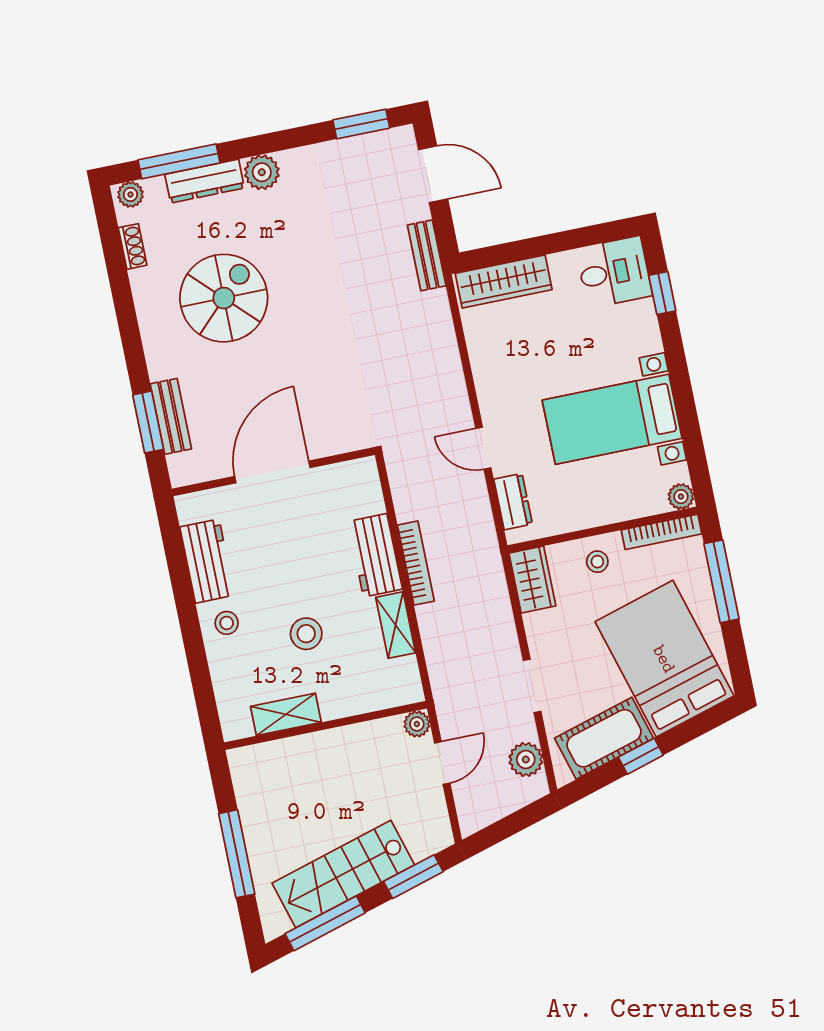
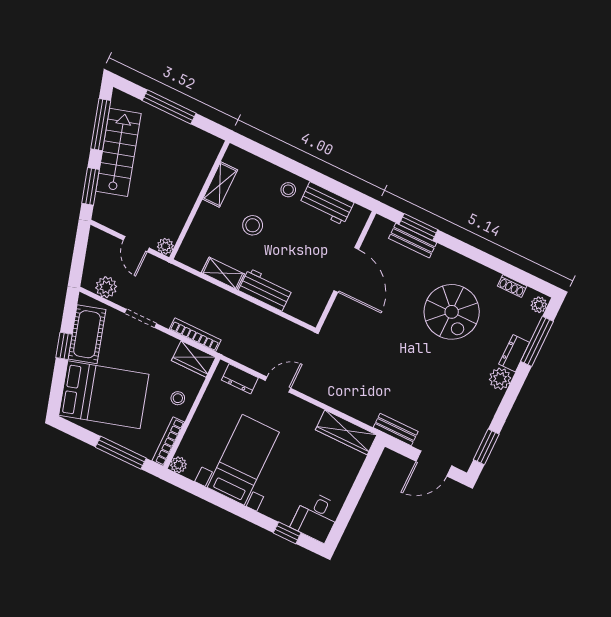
dresser: (205, 181) -> (514, 353), width x0.70
wardrobe: (504, 281) -> (346, 432), moved, turned -90
bookcase: (416, 563) -> (195, 335), moved, turned 180

